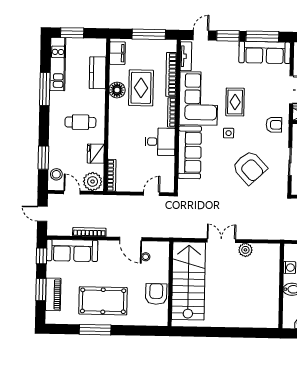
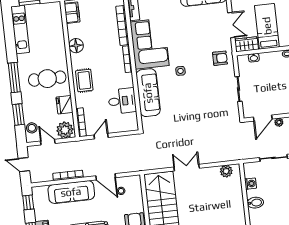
kitchen counter: (98, 73) -> (57, 33), removed
rug: (141, 88) -> (84, 80), moved, width x0.73, depth x0.70
window: (45, 89) -> (14, 78), moved
rug: (235, 102) -> (183, 42), removed
cafe table: (80, 122) -> (47, 79), width x1.37, depth x1.35
desk: (160, 142) -> (122, 101), moved
armchair: (250, 167) -> (203, 99), removed
door: (151, 194) -> (101, 136), moved
sofa: (72, 250) -> (71, 192), moved
plant: (245, 250) -> (226, 171), moved

